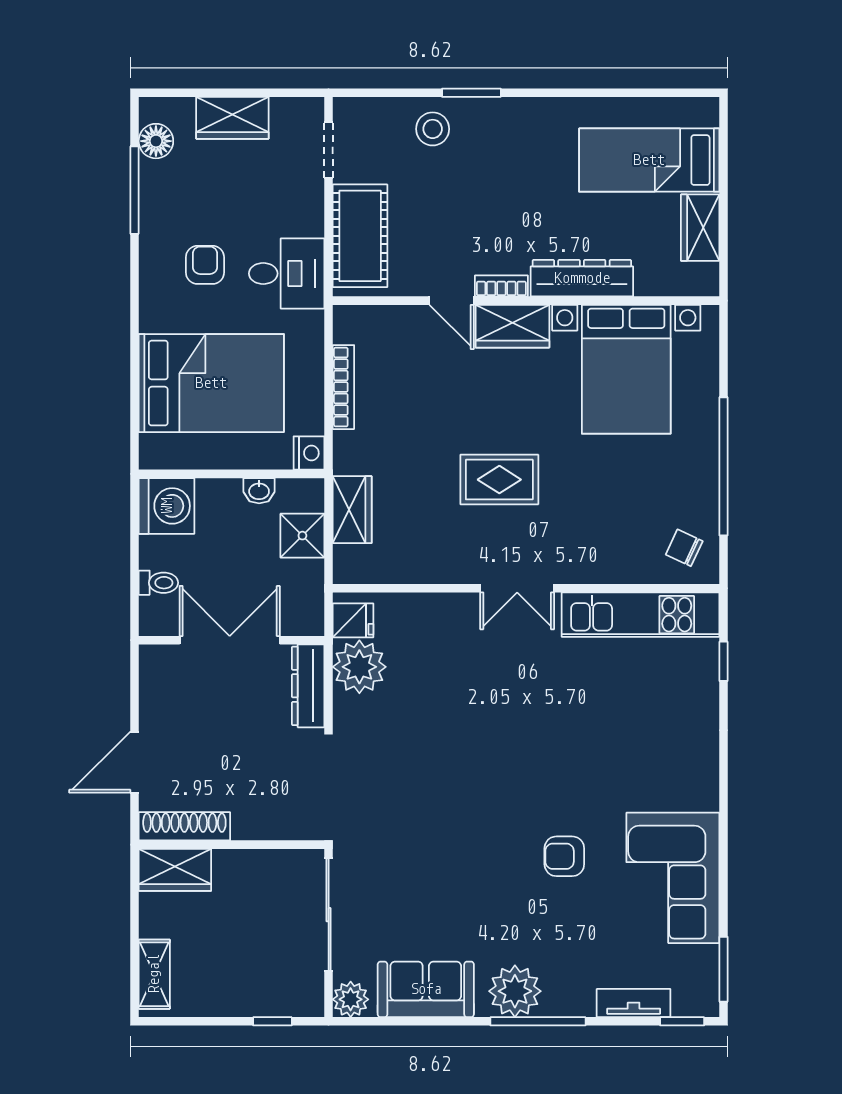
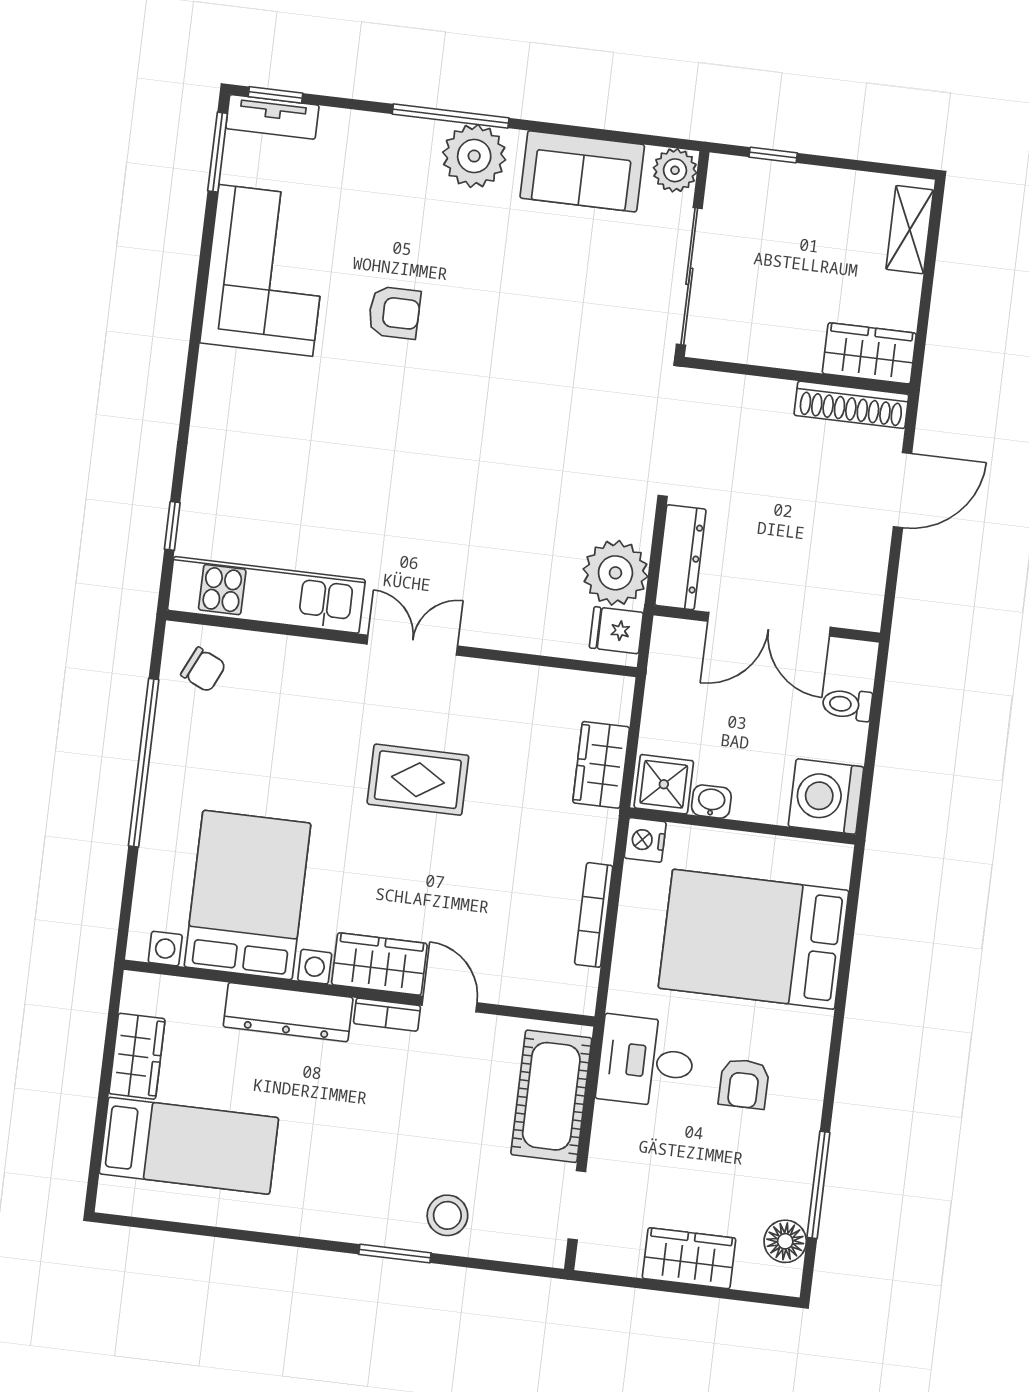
shower: (302, 536) -> (664, 784), moved
tv unit: (634, 1003) -> (272, 117), moved

